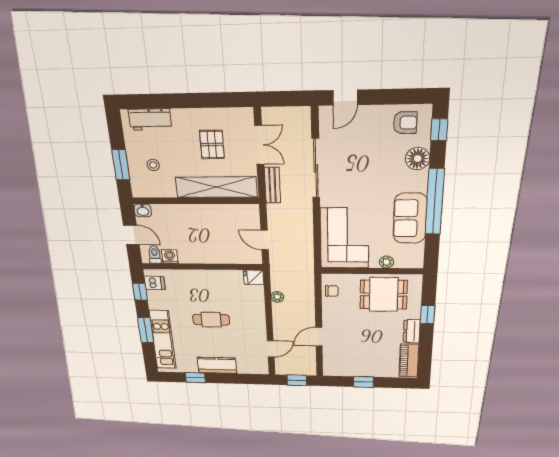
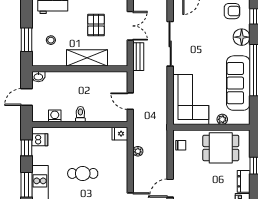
shelving: (216, 187) -> (87, 58), width x0.68
sofa: (410, 218) -> (238, 83), width x1.36
door: (131, 235) -> (26, 97), swing flipped
toilet: (155, 255) -> (80, 114), moved

